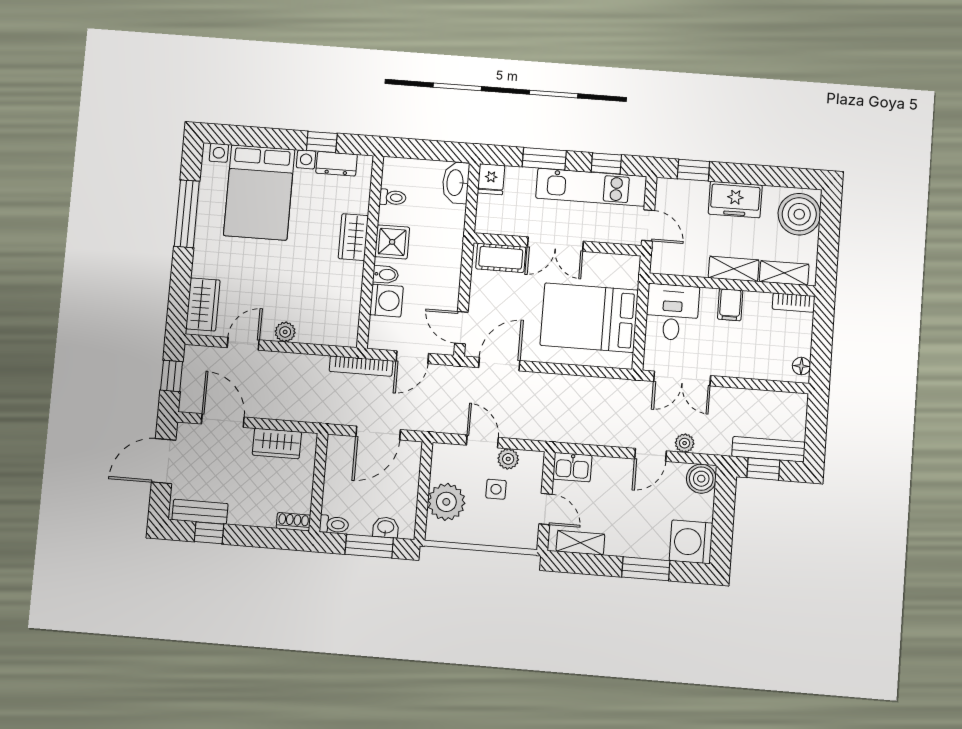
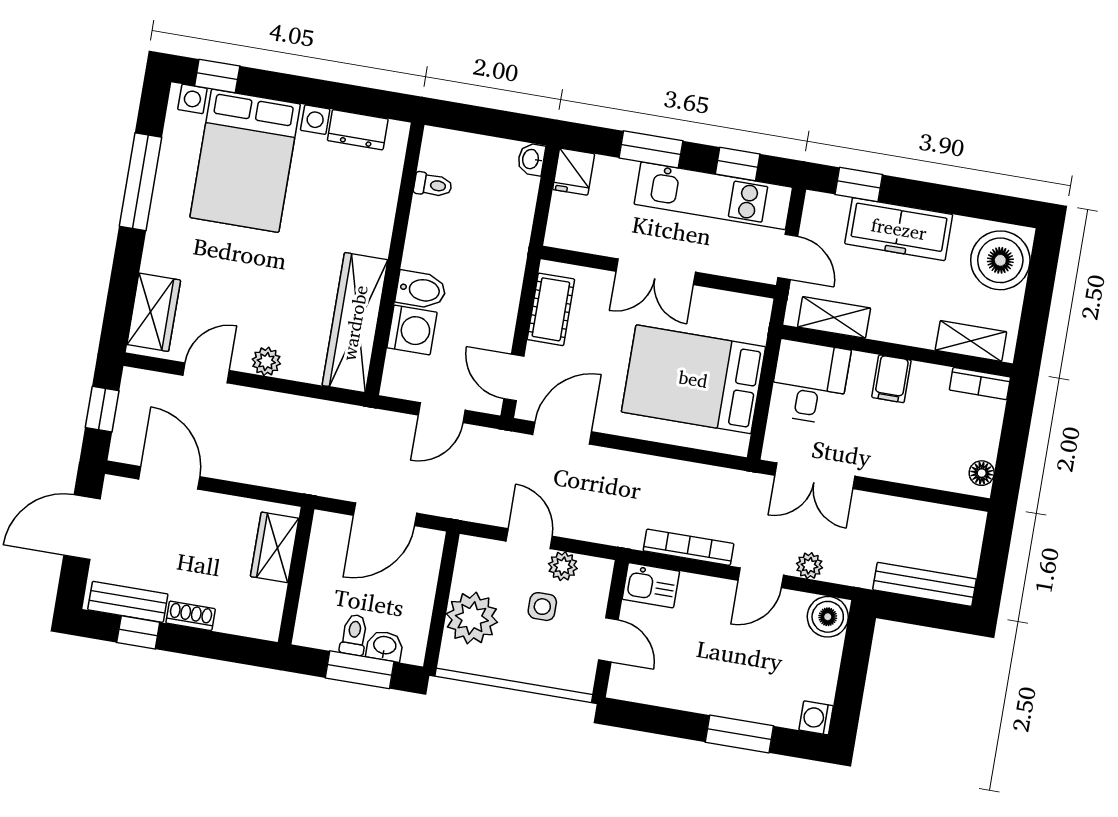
window: (322, 142) -> (217, 76), moved
washbasin: (456, 183) -> (531, 159), width x0.52, depth x0.69
freezer: (735, 200) -> (899, 229), width x1.40
wardrobe: (353, 237) -> (355, 323), moved, width x2.10, depth x1.17
shower: (392, 242) -> (427, 248), removed
cot: (501, 258) -> (551, 309), moved, turned 90
shelving: (734, 269) -> (834, 317), moved
bidet: (386, 275) -> (421, 290), width x1.38, depth x1.36
bookcase: (361, 366) -> (688, 547), moved, turned 180
wardrobe: (277, 443) -> (275, 547), moved, turned 90
window: (763, 469) -> (915, 611), removed
shoe rack: (293, 522) -> (191, 616), moved
toilet: (334, 524) -> (354, 635), moved, turned -90
washing machine: (691, 542) -> (816, 718), width x0.53, depth x0.53
shelving: (580, 543) -> (652, 690), removed

